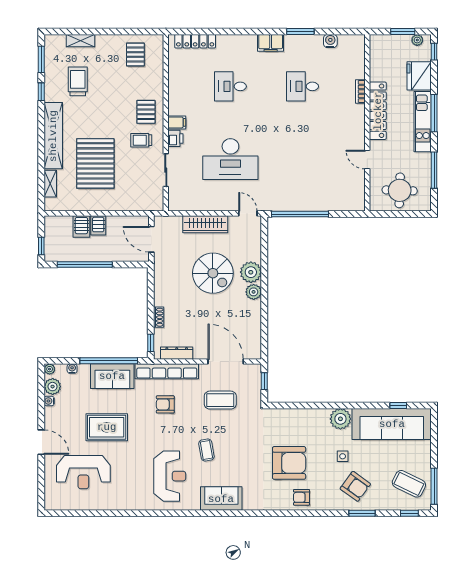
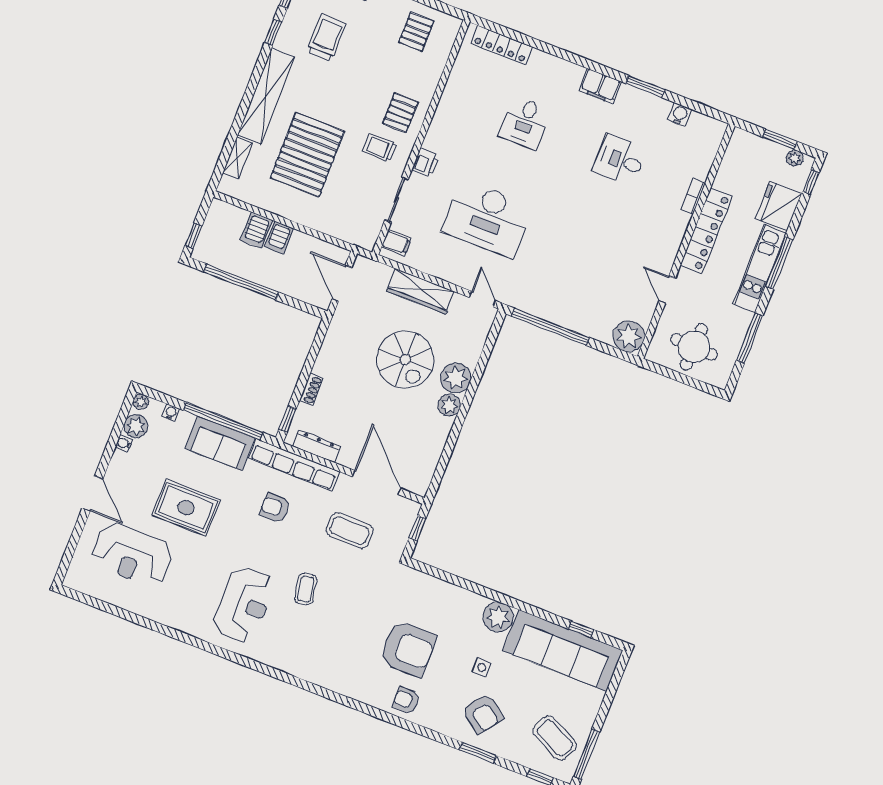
desk: (230, 86) -> (525, 123), turned -90
filing cabinet: (177, 122) -> (396, 243), moved
plant: (354, 200) -> (629, 336), added
sofa: (221, 499) -> (300, 661), removed

